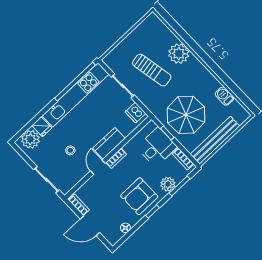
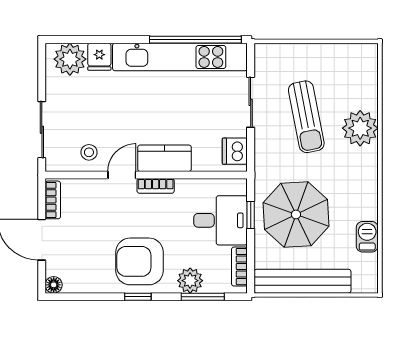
stool: (70, 150) -> (89, 152), moved
floor lamp: (125, 228) -> (54, 285), moved

